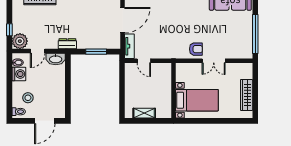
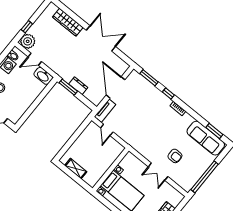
door: (123, 20) -> (116, 87), swing flipped
dresser: (67, 44) -> (78, 86), moved
armchair: (196, 49) -> (175, 156), moved
window: (96, 52) -> (68, 87), moved

